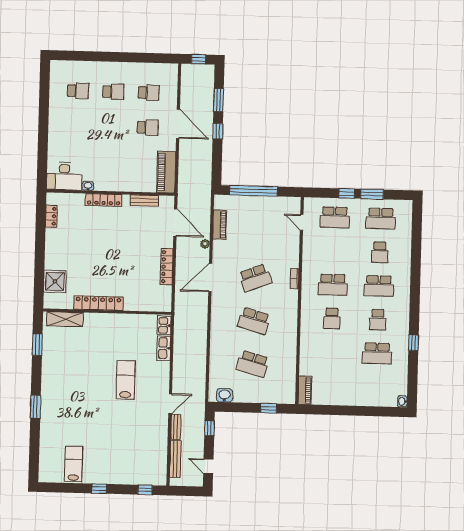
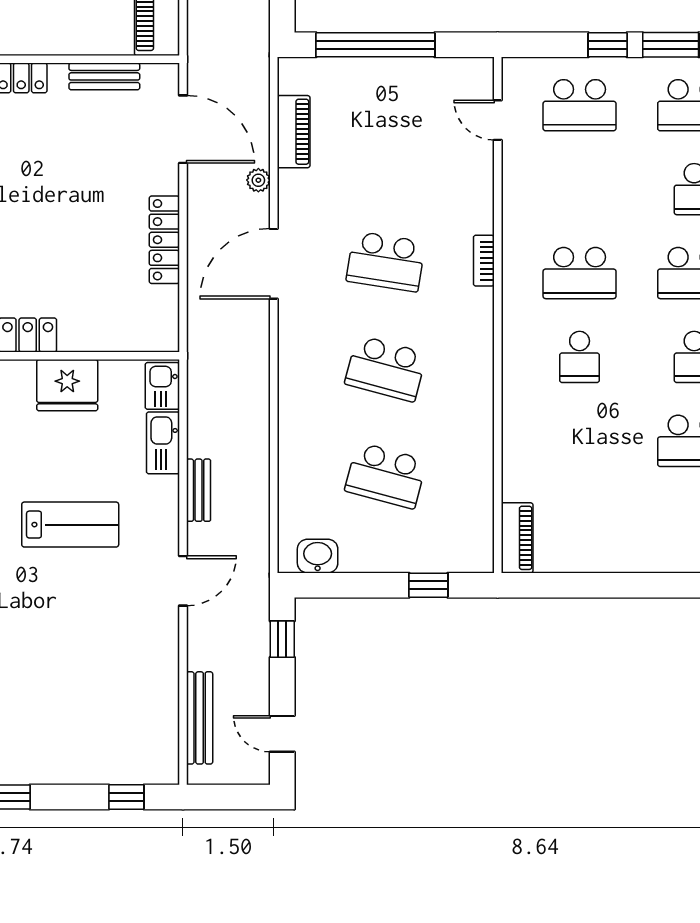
school desk: (255, 278) -> (386, 261), turned 30
fridge: (126, 324) -> (67, 385), added
lab bench: (126, 380) -> (70, 525), turned 90
bench: (176, 427) -> (199, 490), moved

